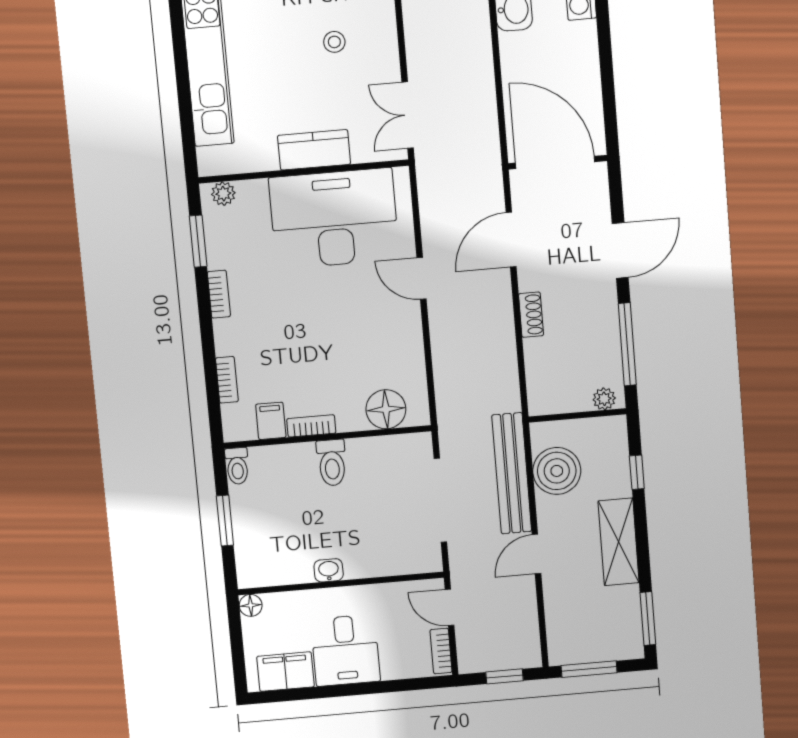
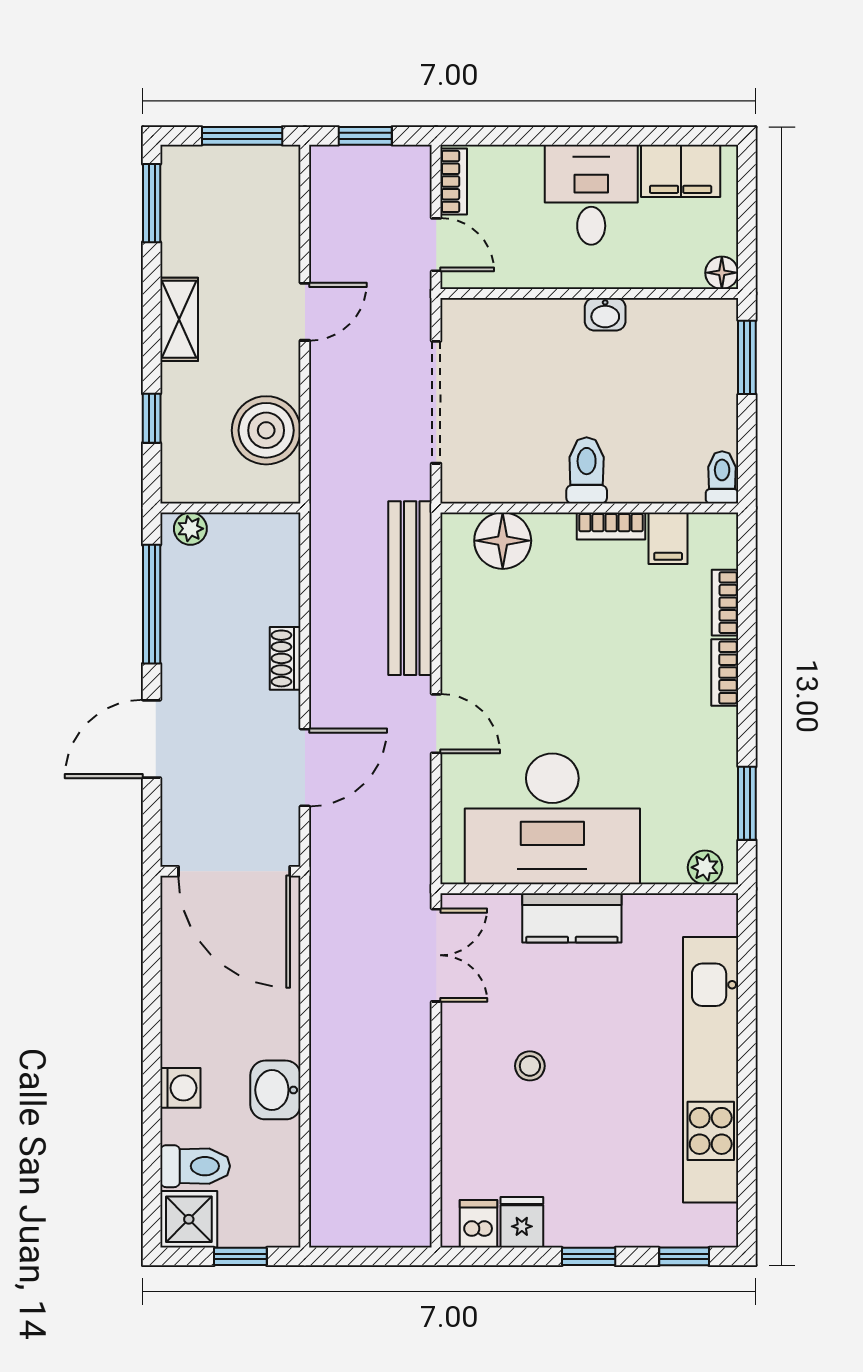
bookcase: (219, 294) -> (725, 673), moved
bench: (512, 473) -> (410, 588), moved
window: (225, 521) -> (747, 357), moved
shelving: (619, 542) -> (179, 319), width x0.67, depth x0.75

